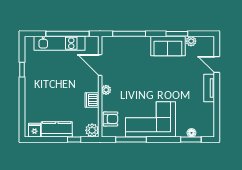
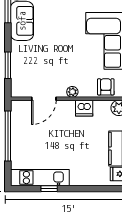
window: (129, 34) -> (8, 65), width x0.69
kitchen unit: (60, 43) -> (40, 178), moved, turned -90

